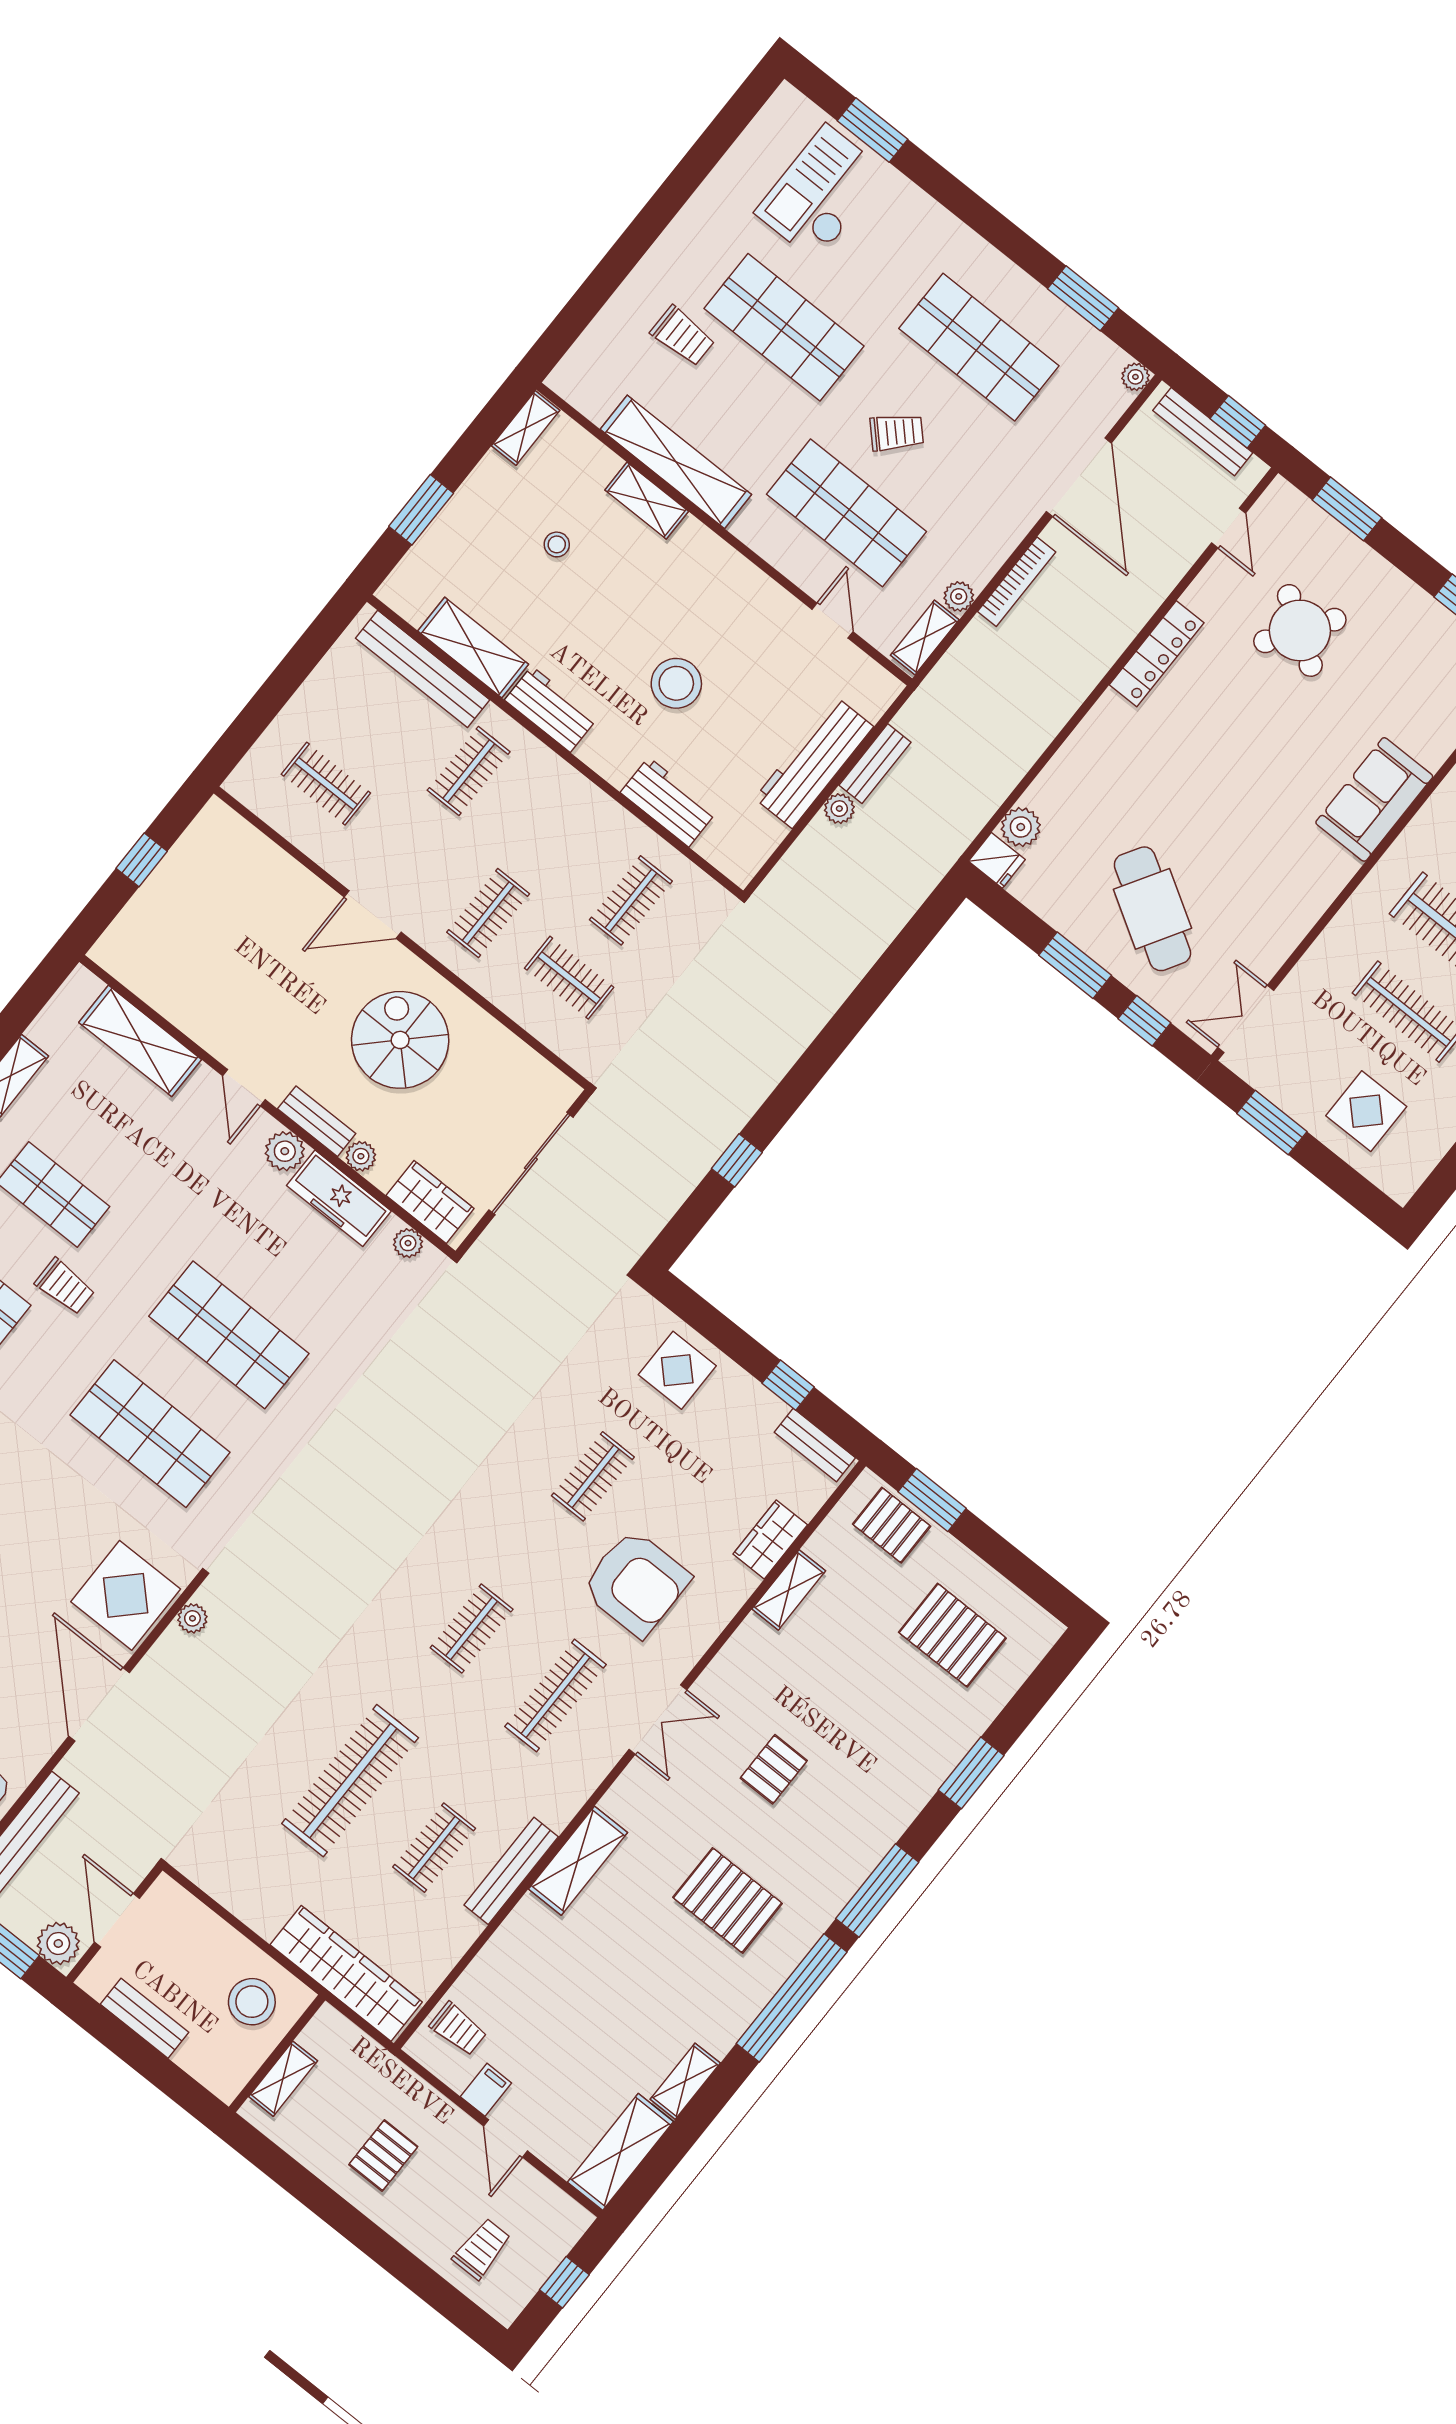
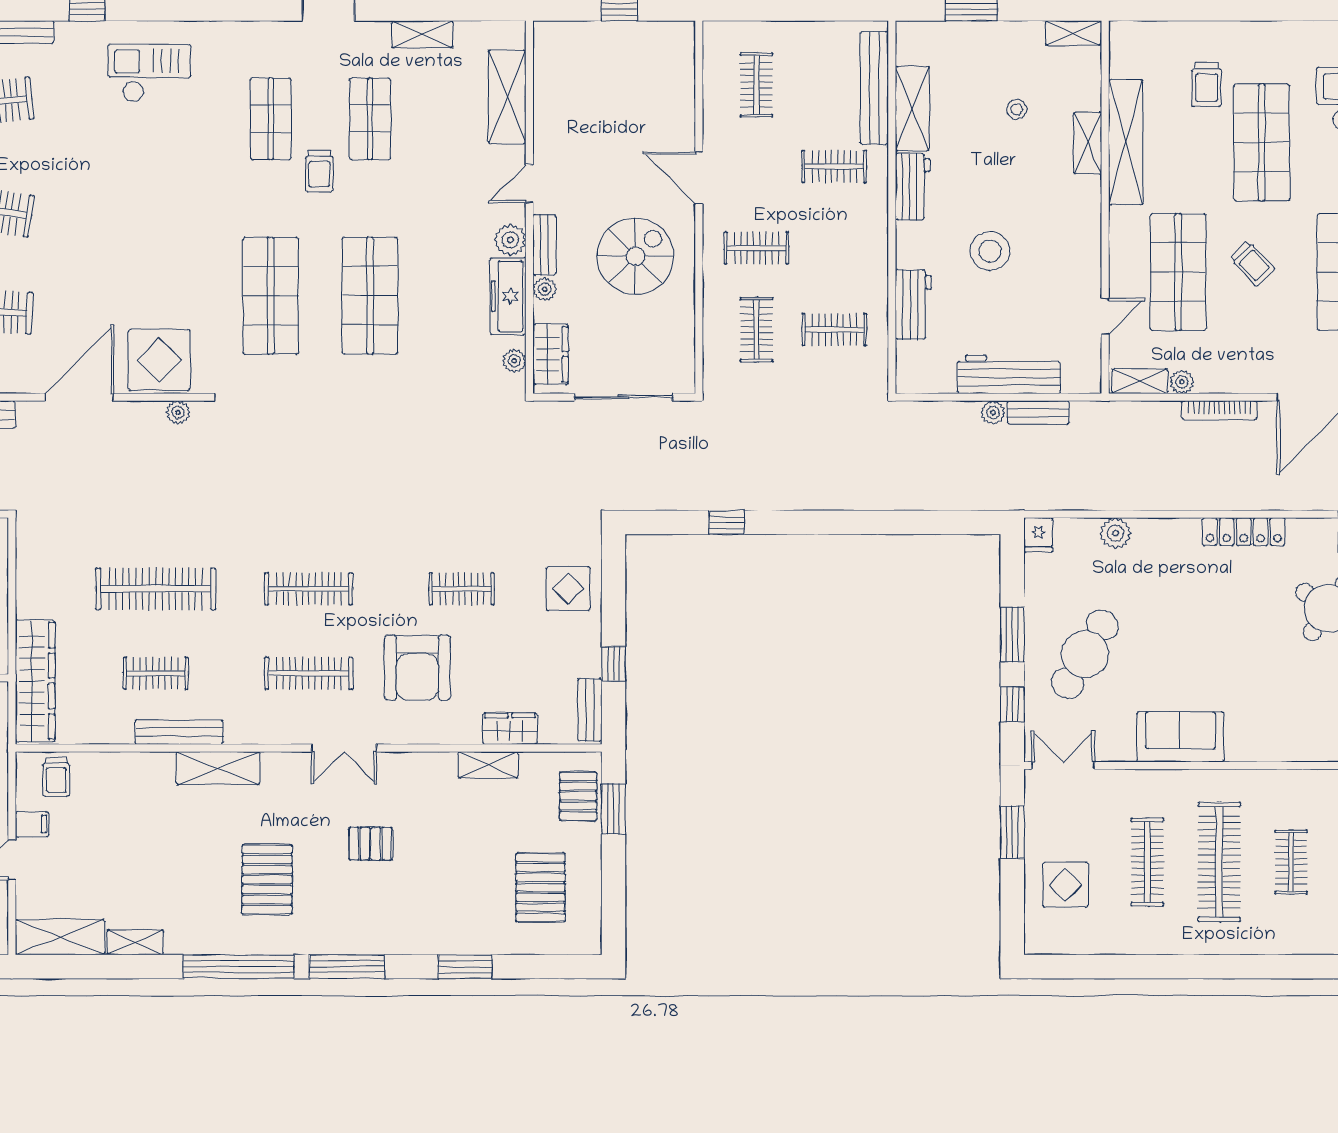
sofa: (1374, 799) -> (1180, 737), moved
plant: (1021, 827) -> (1115, 533), moved
clothes rail: (472, 1628) -> (309, 589), width x1.36

